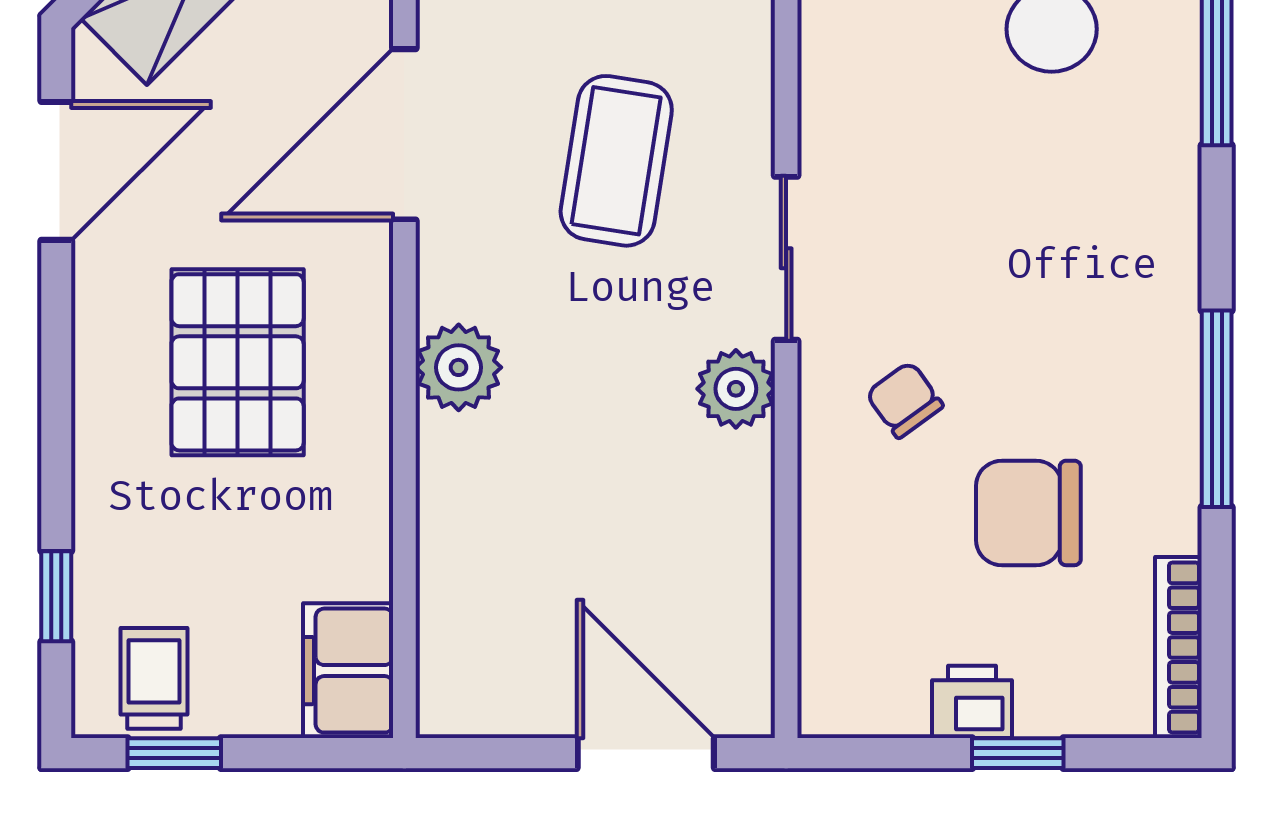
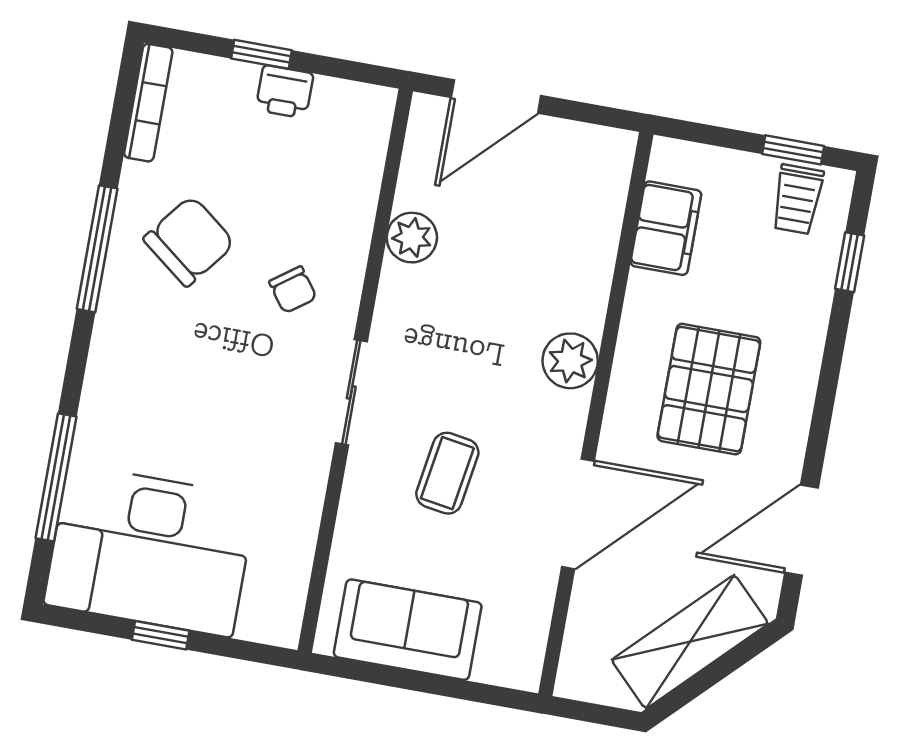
coffee table: (616, 161) -> (447, 473), width x0.73, depth x0.77
plant: (736, 389) -> (412, 238), moved
chair: (1028, 513) -> (189, 241), moved, turned -52
filing cabinet: (348, 671) -> (666, 228), moved
door: (646, 753) -> (496, 96), hinge flipped

